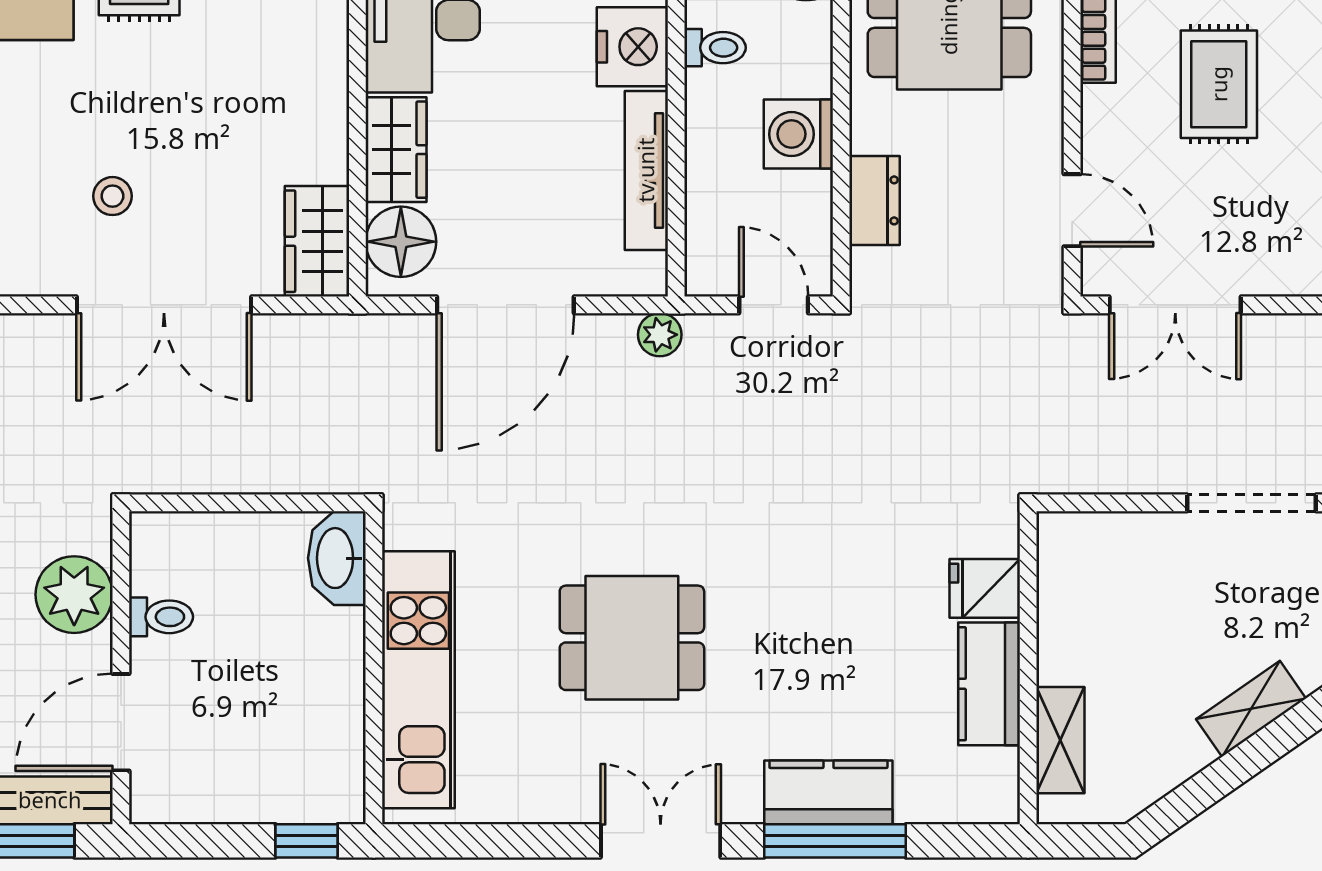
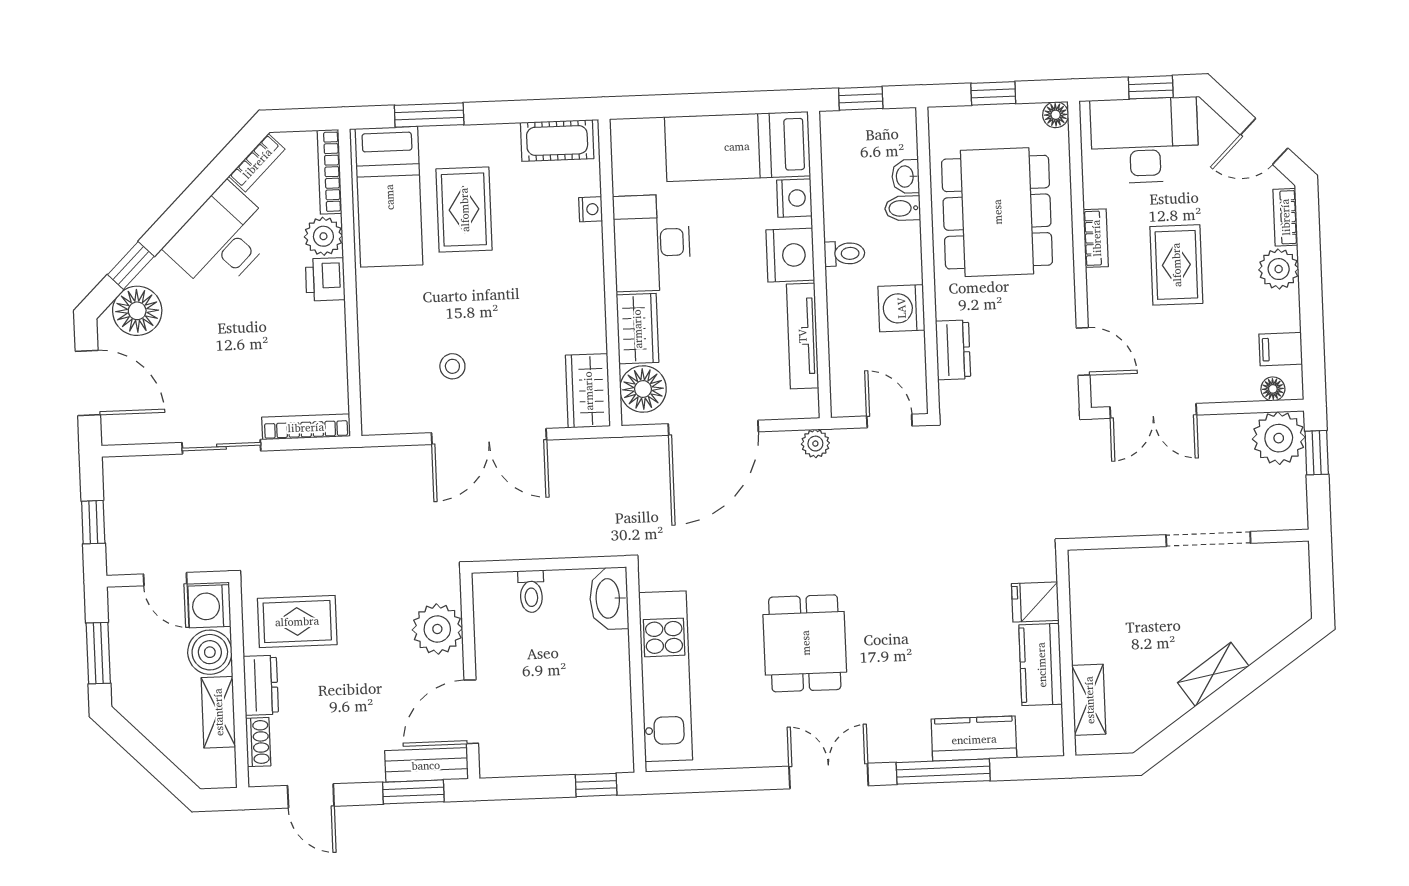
toilet: (161, 617) -> (531, 591), moved, turned 90
dining table: (632, 638) -> (805, 643), turned 90
kitchen counter: (828, 792) -> (974, 739), moved

